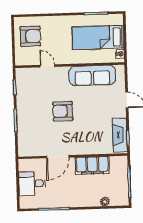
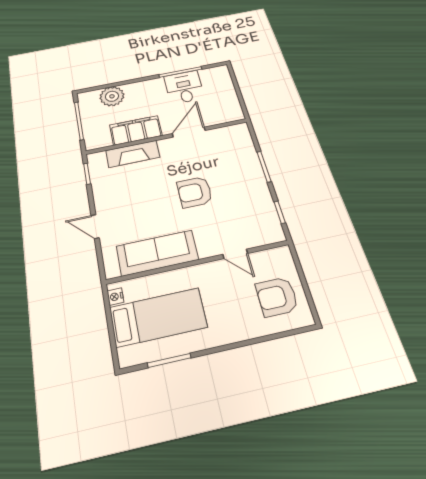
armchair: (63, 111) -> (195, 192), turned 180
fireplace: (120, 135) -> (133, 154), moved, turned 90
desk: (32, 184) -> (184, 87), moved, turned -90
plant: (105, 202) -> (112, 96), width x1.88, depth x1.88

